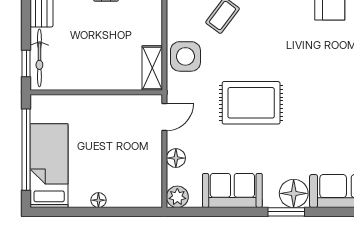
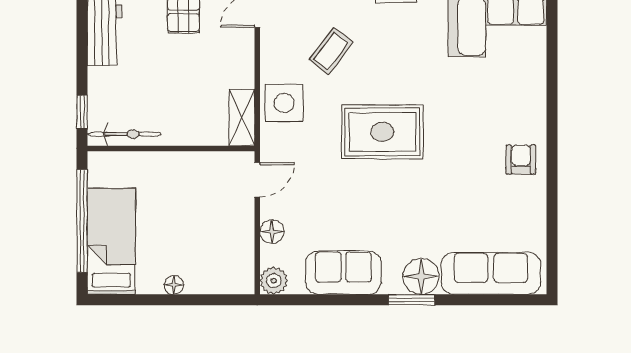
bicycle: (39, 58) -> (124, 134), moved, turned -90
rug: (251, 103) -> (382, 132), moved

